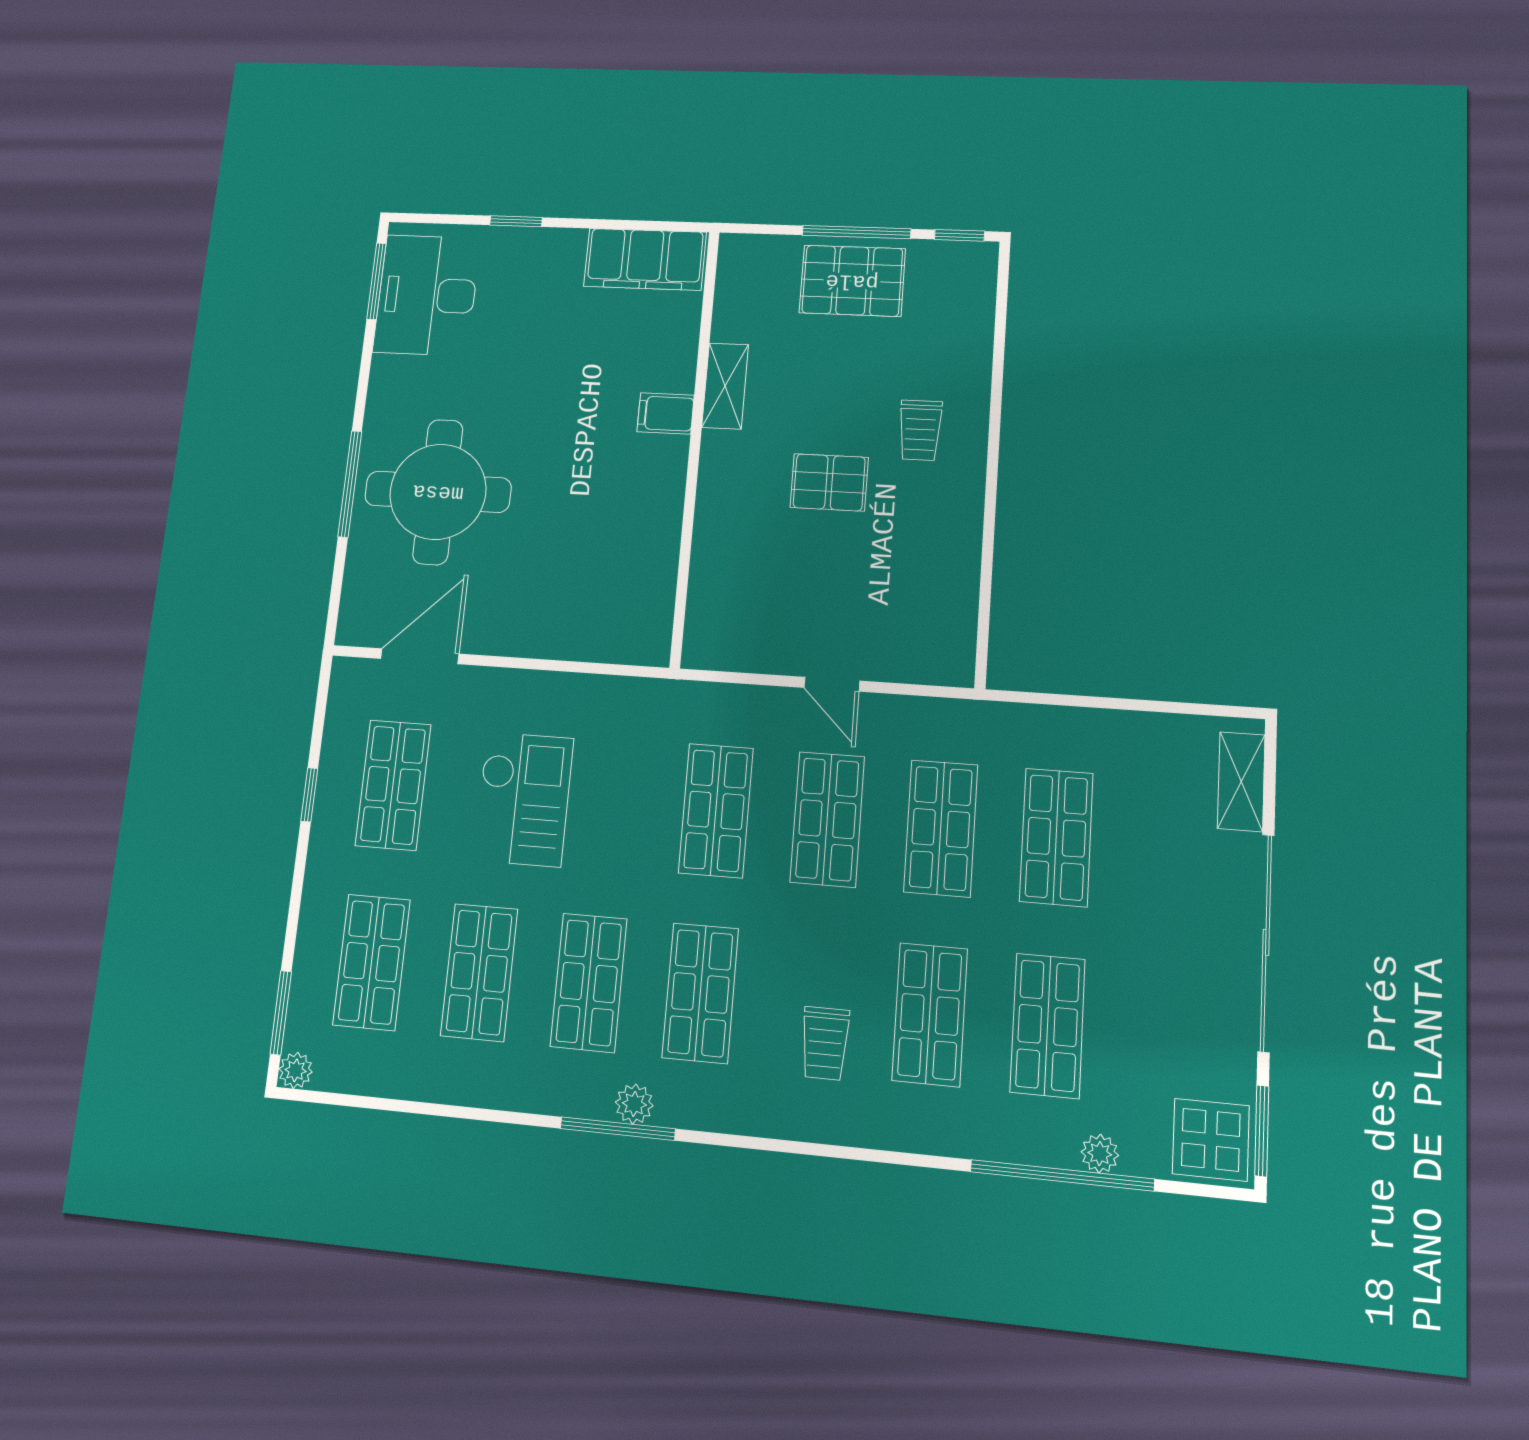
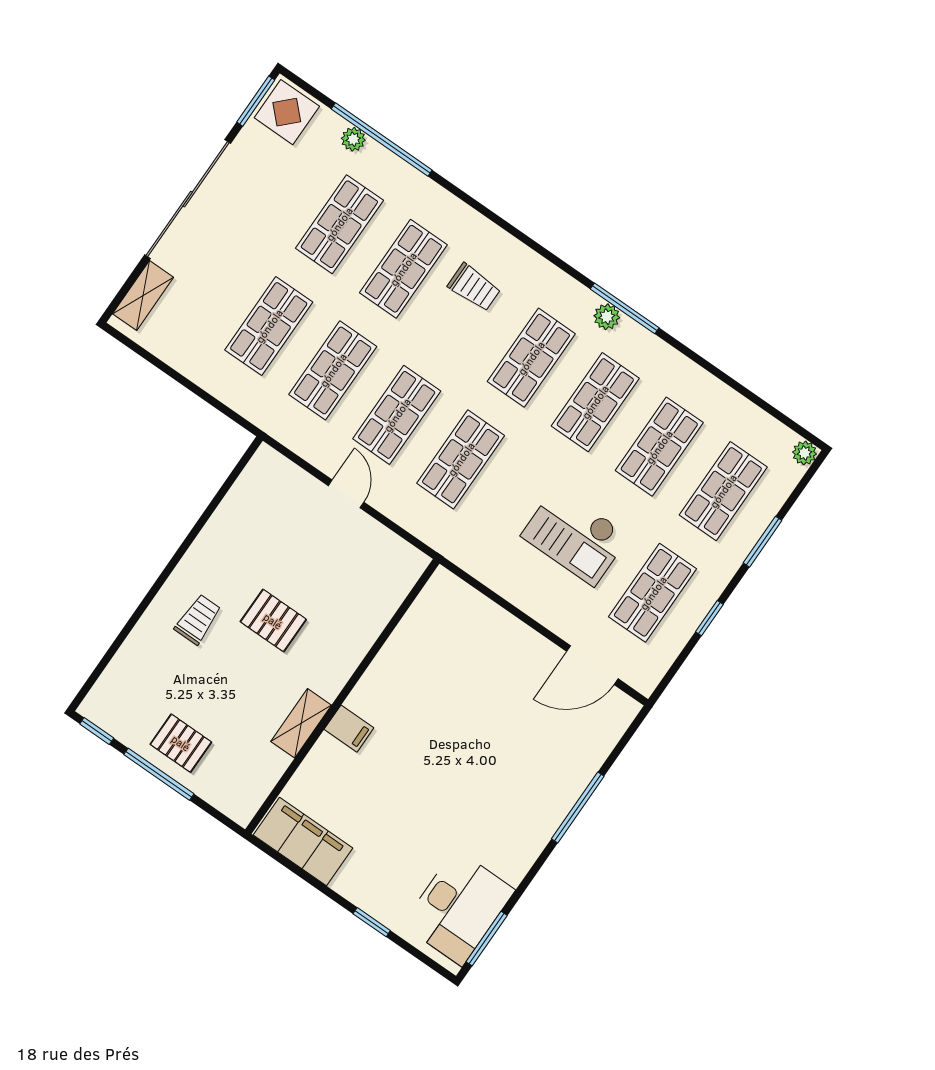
pallet: (852, 281) -> (181, 743), width x0.67, depth x0.71
round table: (438, 492) -> (523, 767), removed
checkout: (523, 799) -> (575, 536), turned -90
window: (281, 1013) -> (762, 542), moved
trolley: (825, 1043) -> (474, 287), turned 90

